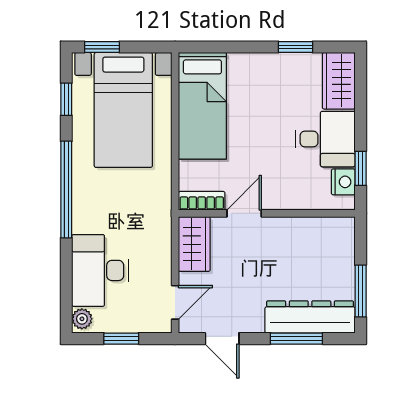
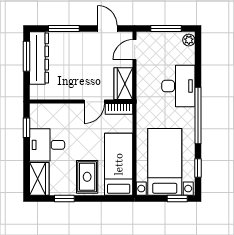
rug: (256, 84) -> (87, 177), added
nightstand: (343, 182) -> (37, 120), removed
desk: (100, 270) -> (178, 86), moved
dresser: (310, 317) -> (39, 58), moved, turned -90
window: (121, 339) -> (166, 29), width x1.50

